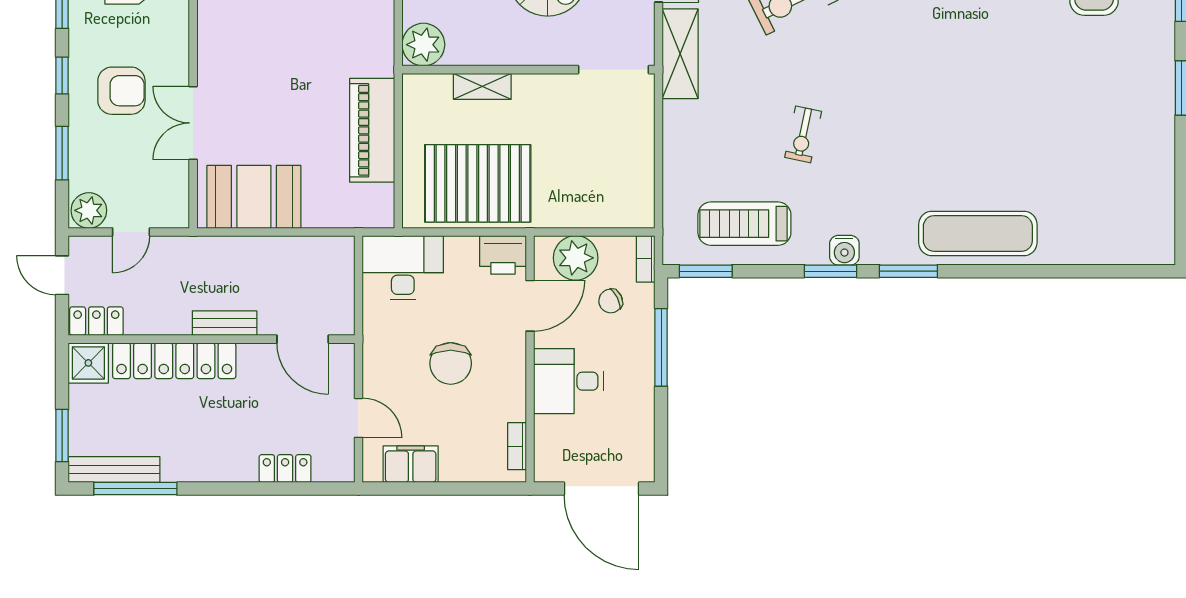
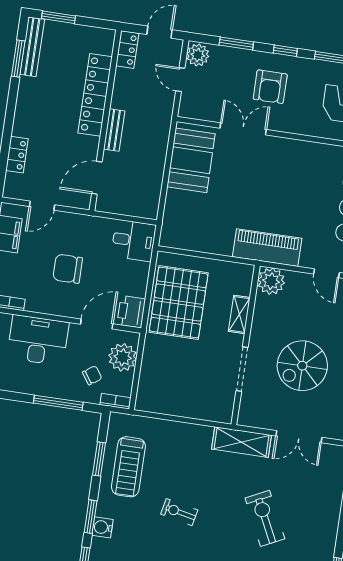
doorway: (613, 70) -> (242, 369), moved
piano: (372, 130) -> (267, 248), moved
treadmill: (744, 224) -> (128, 467), turned 180
desk: (403, 268) -> (134, 241), width x0.73
window: (706, 271) -> (99, 459), moved
chair: (611, 301) -> (92, 375), turned 81
door: (530, 306) -> (97, 324), swing flipped
shower: (88, 363) -> (102, 41), removed
desk: (569, 381) -> (38, 340), width x1.37
window: (135, 489) -> (18, 58), width x0.69

